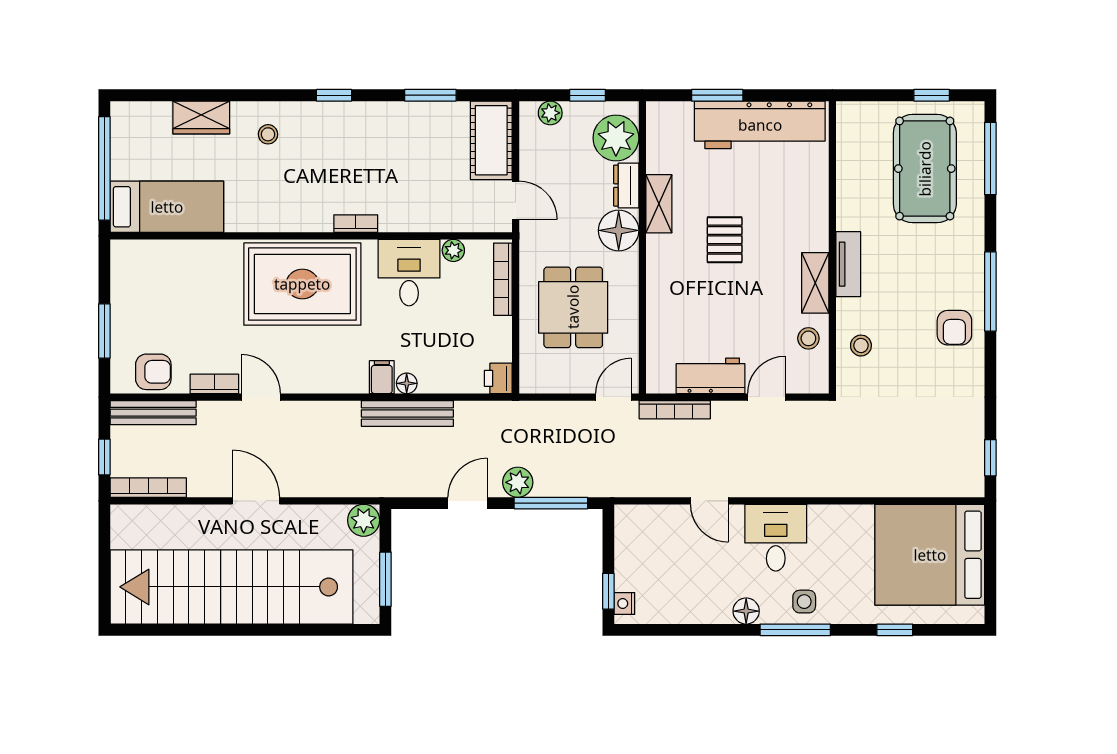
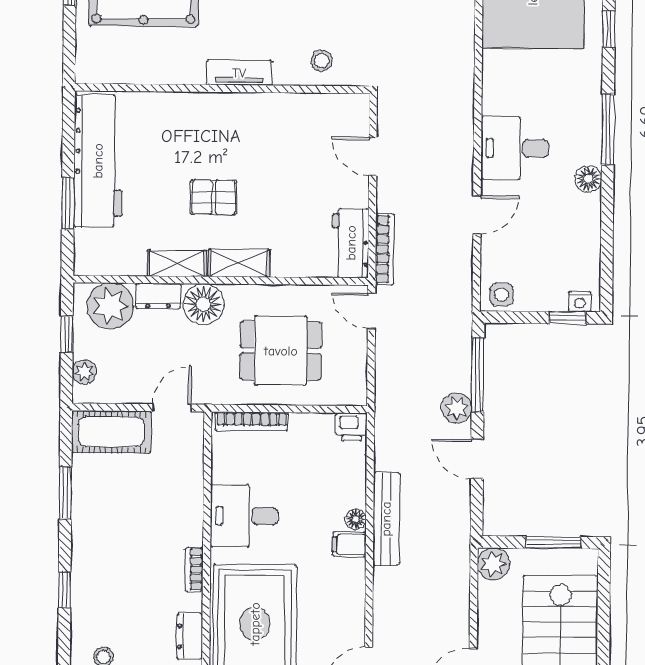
dresser: (289, 220) -> (190, 636), added
plant: (453, 250) -> (222, 471), removed
shelving: (815, 283) -> (239, 263), moved
stool: (808, 338) -> (314, 114), removed
workbench: (711, 376) -> (351, 243), moved
side table: (804, 602) -> (502, 295), moved

